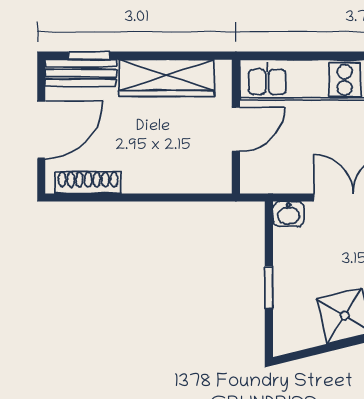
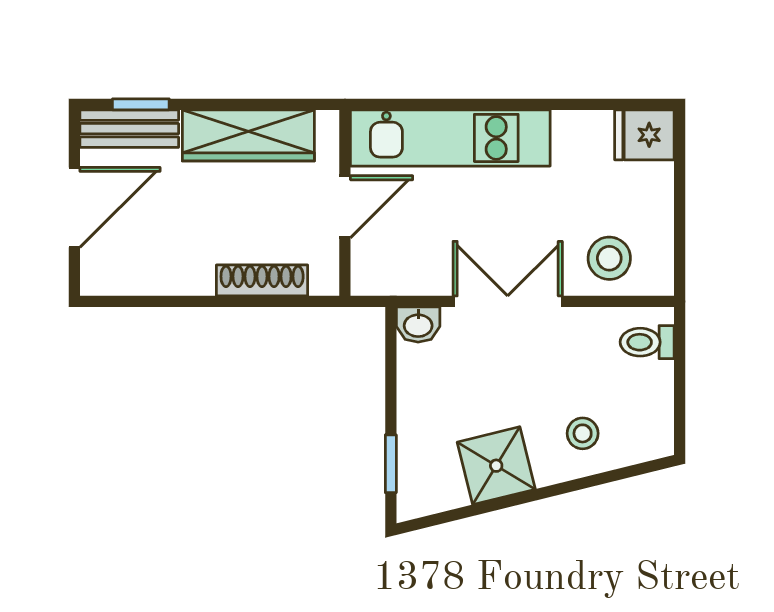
shoe rack: (88, 182) -> (262, 280), moved
window: (269, 288) -> (391, 464), moved

